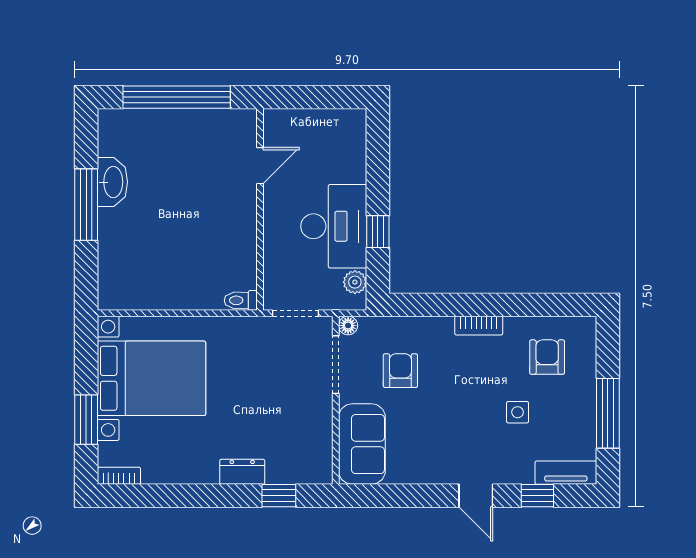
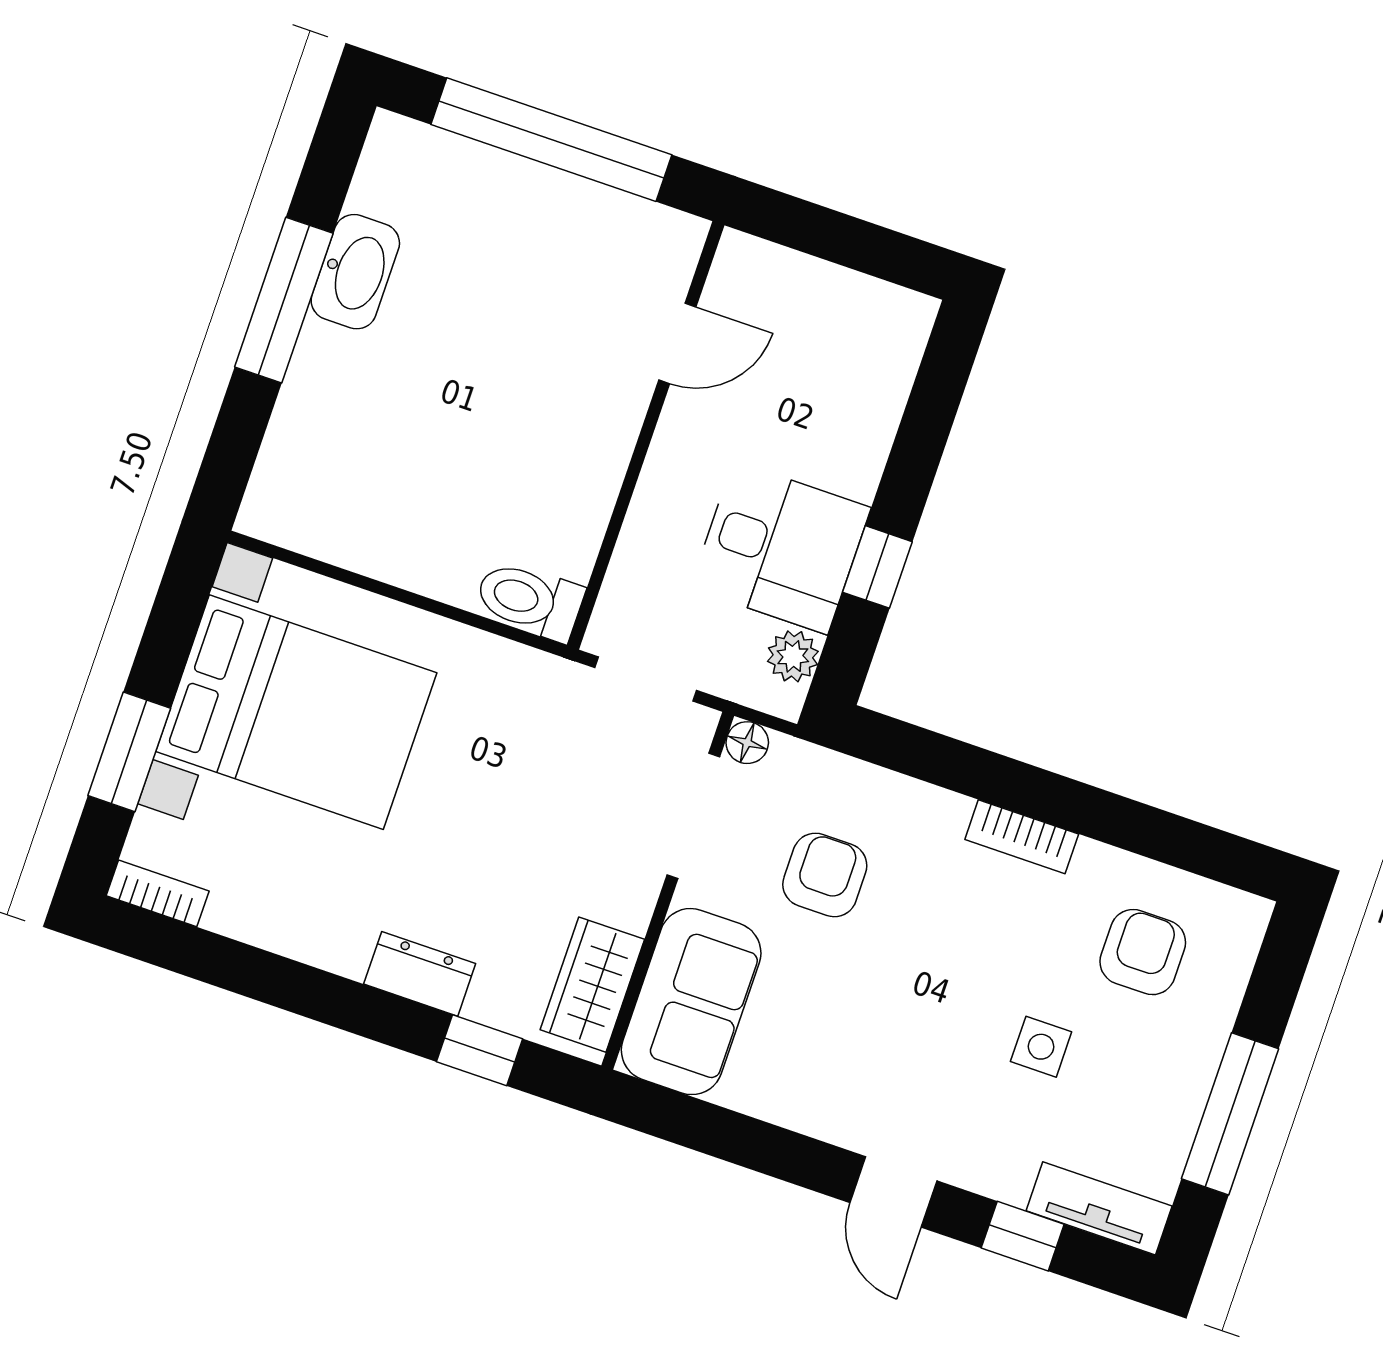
desk: (334, 226) -> (780, 548), width x0.73
toilet: (241, 300) -> (529, 600), width x1.37, depth x1.39
wardrobe: (317, 451) -> (592, 985), added

